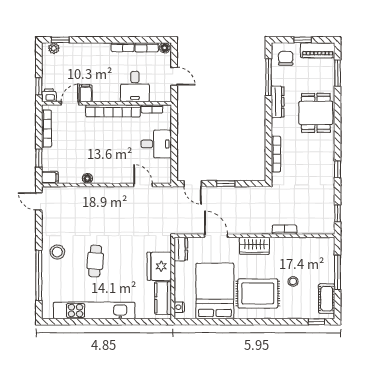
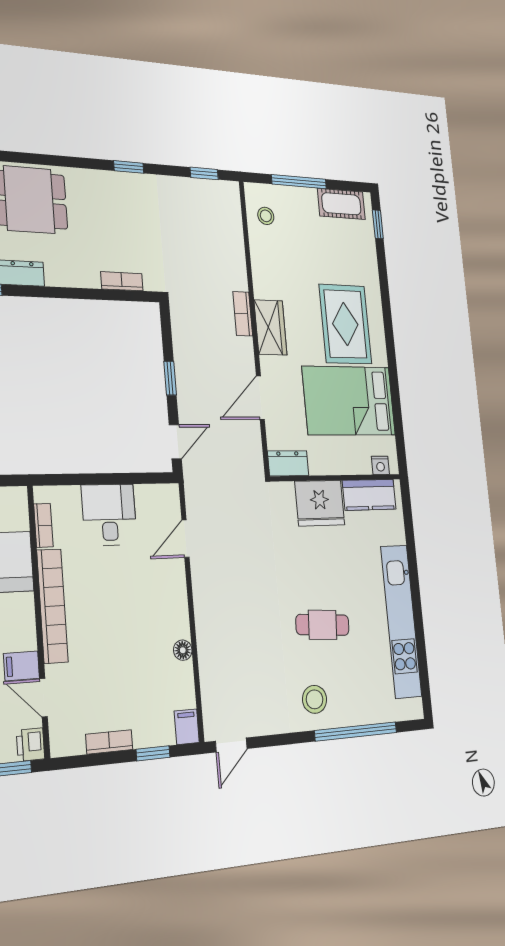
bookcase: (46, 129) -> (109, 742), width x0.64
bookcase: (276, 154) -> (122, 281), width x0.64
bookcase: (284, 230) -> (243, 314), moved
stool: (293, 281) -> (266, 216), moved

